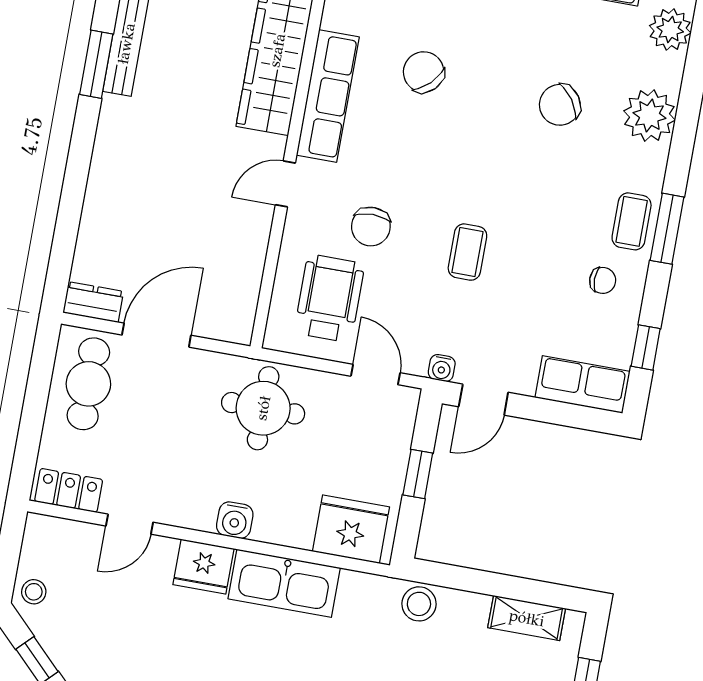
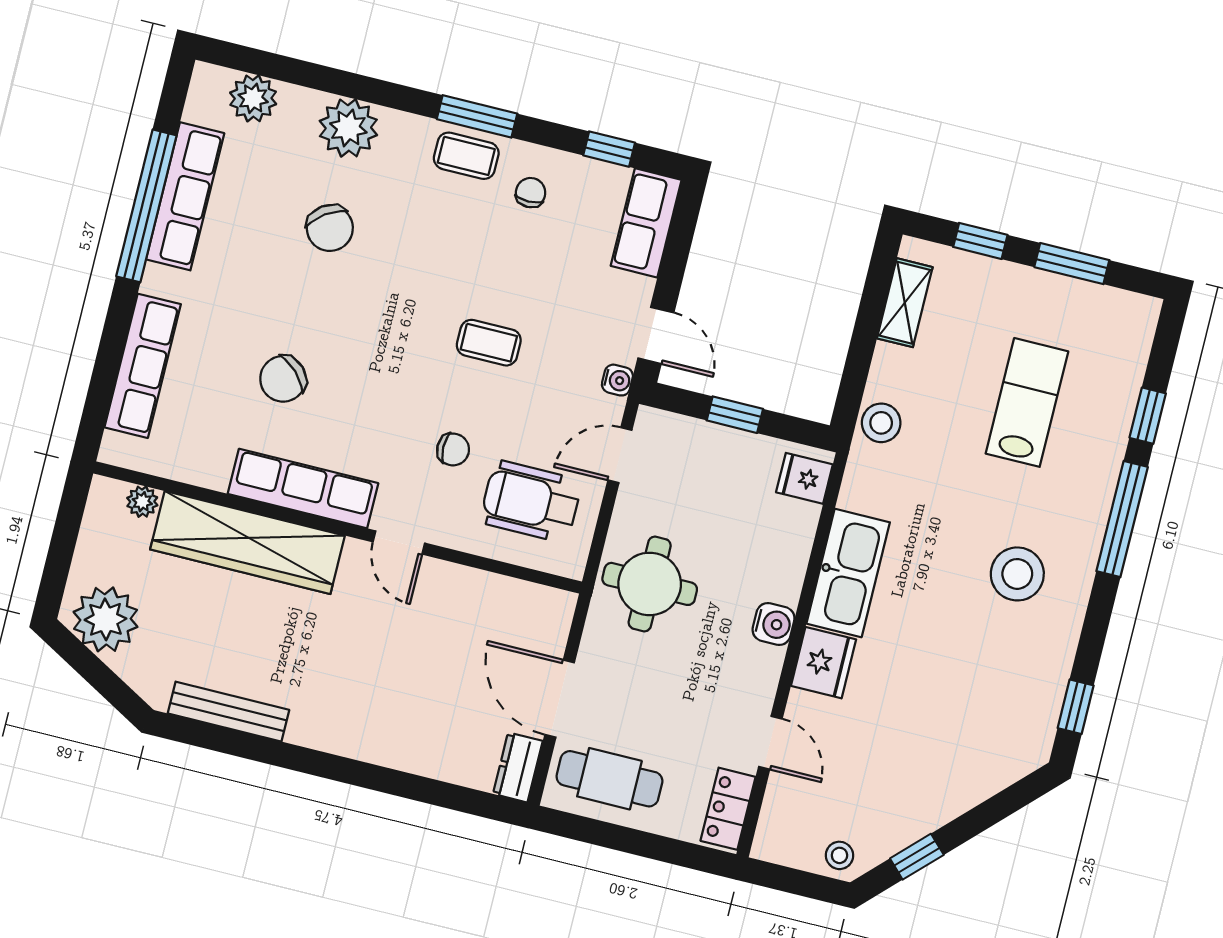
window: (96, 64) -> (250, 747), removed
chair: (371, 227) -> (453, 449), width x0.73, depth x0.73
fridge: (351, 529) -> (804, 478), width x0.53, depth x0.75

